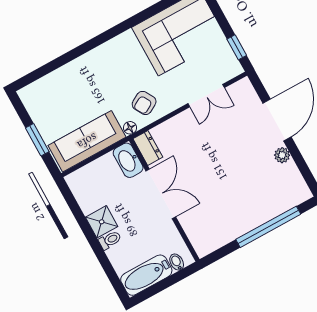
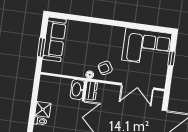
window: (237, 47) -> (171, 58), moved
double door: (206, 96) -> (137, 86), width x1.37
sofa: (87, 141) -> (54, 39), moved, turned 90

